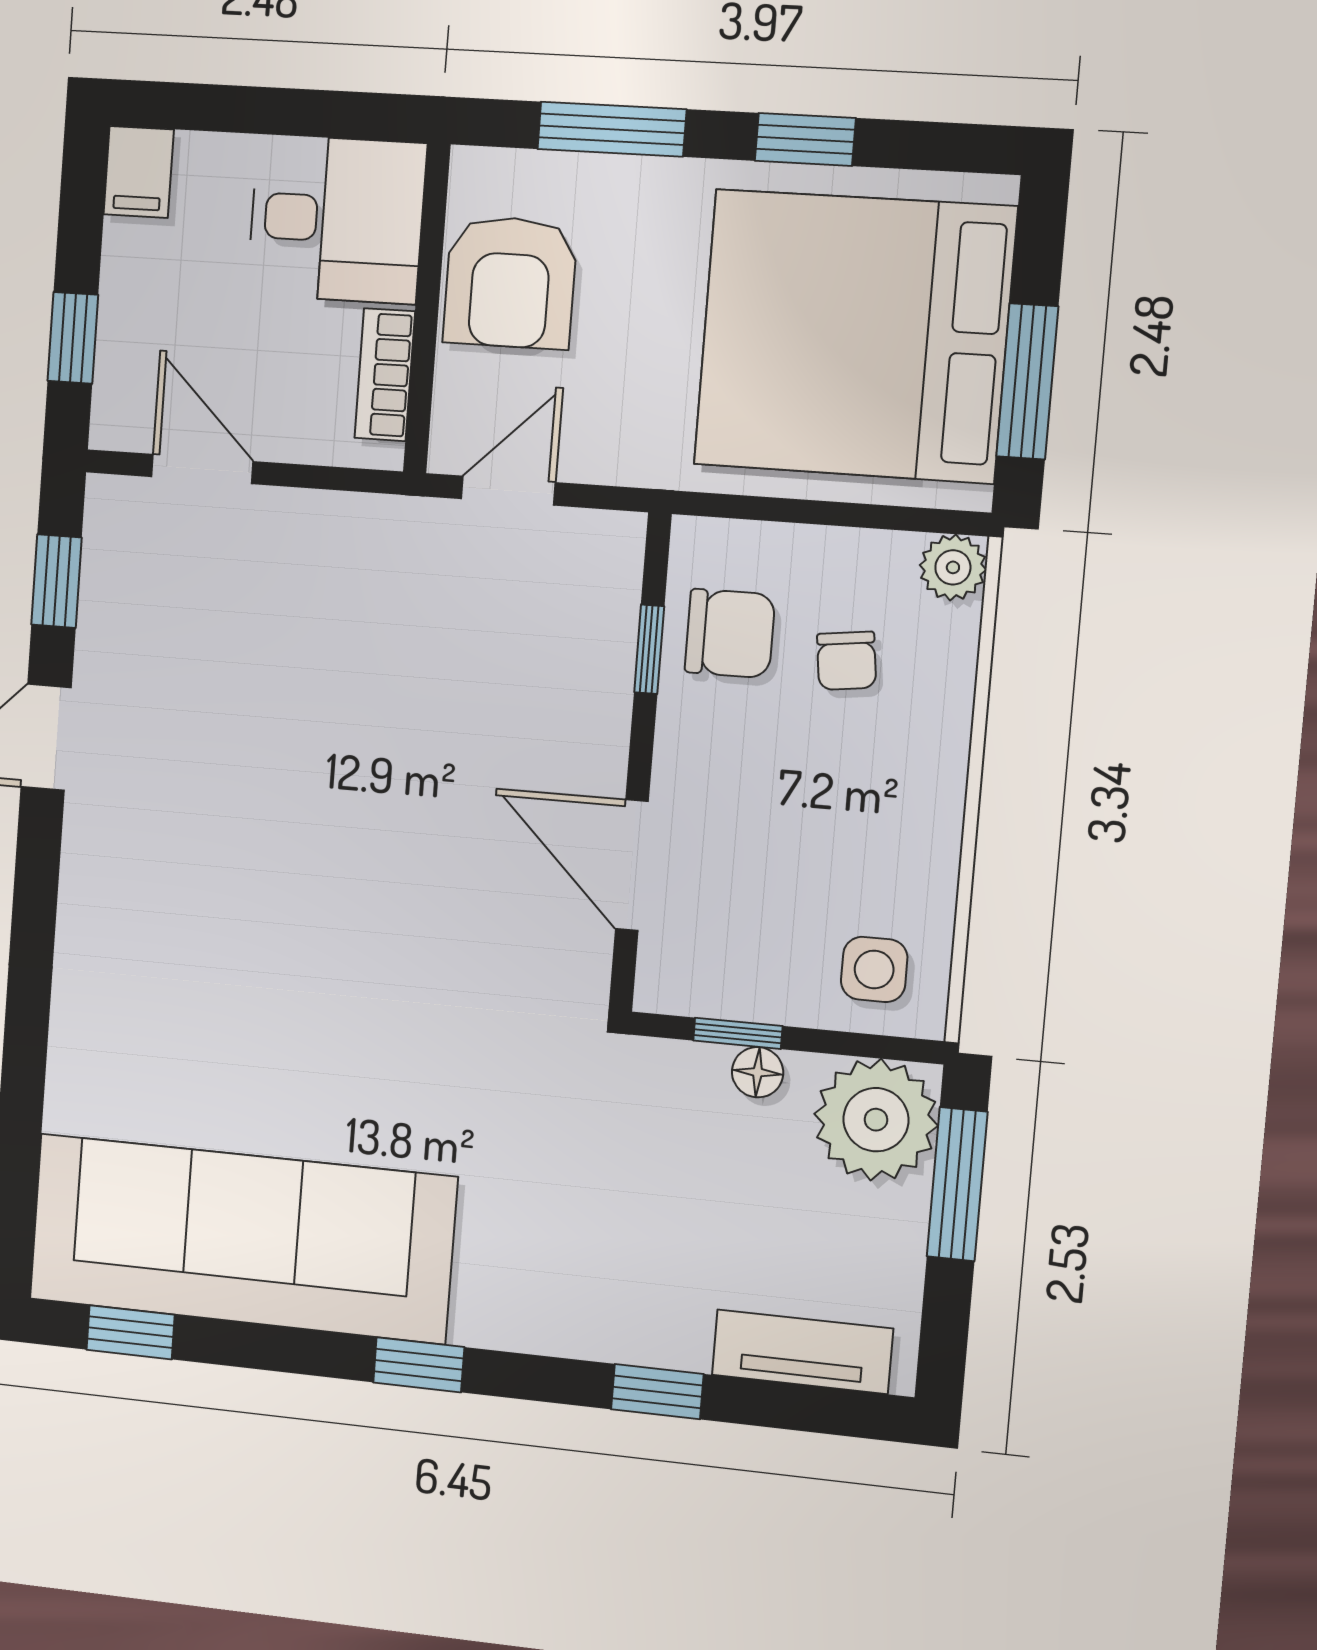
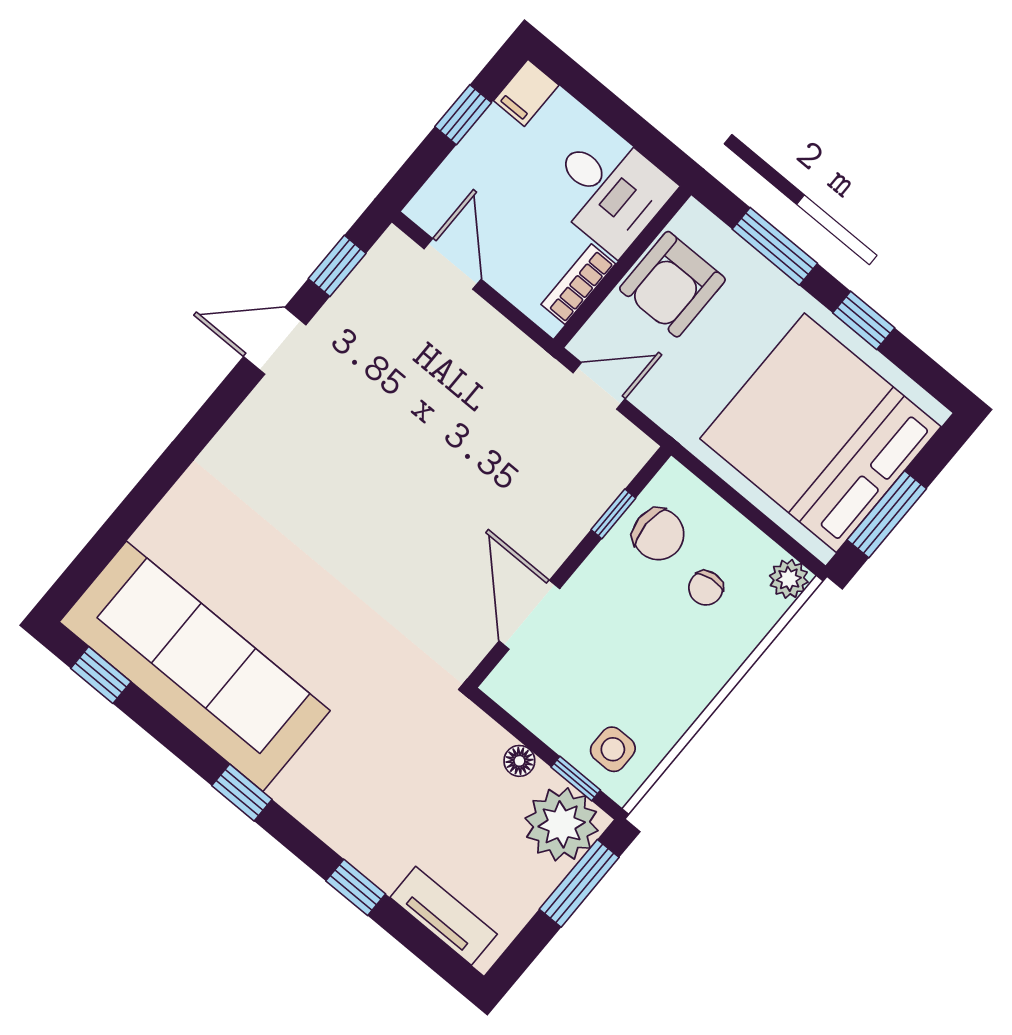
window: (73, 338) -> (463, 115), moved
window: (738, 1033) -> (576, 779), moved

